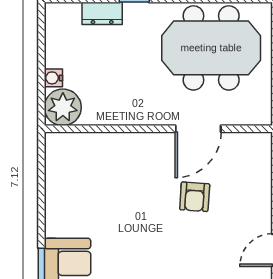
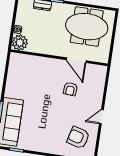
door: (198, 129) -> (76, 60), hinge flipped

